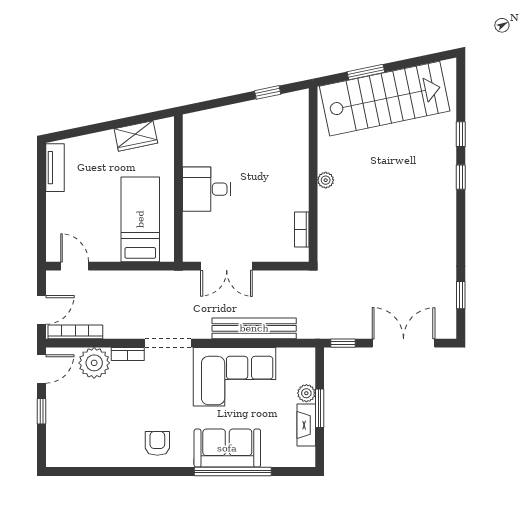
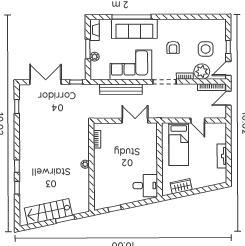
stairs: (385, 99) -> (48, 212), width x0.73, depth x0.66
tv unit: (55, 168) -> (222, 156), moved
desk: (207, 189) -> (145, 186), moved
door: (75, 266) -> (198, 120), moved
double door: (404, 343) -> (46, 82), swing flipped
side table: (86, 407) -> (206, 49), added
fireplace: (306, 425) -> (94, 30), moved
armchair: (157, 443) -> (173, 47), moved
sofa: (227, 448) -> (134, 29), width x1.36

